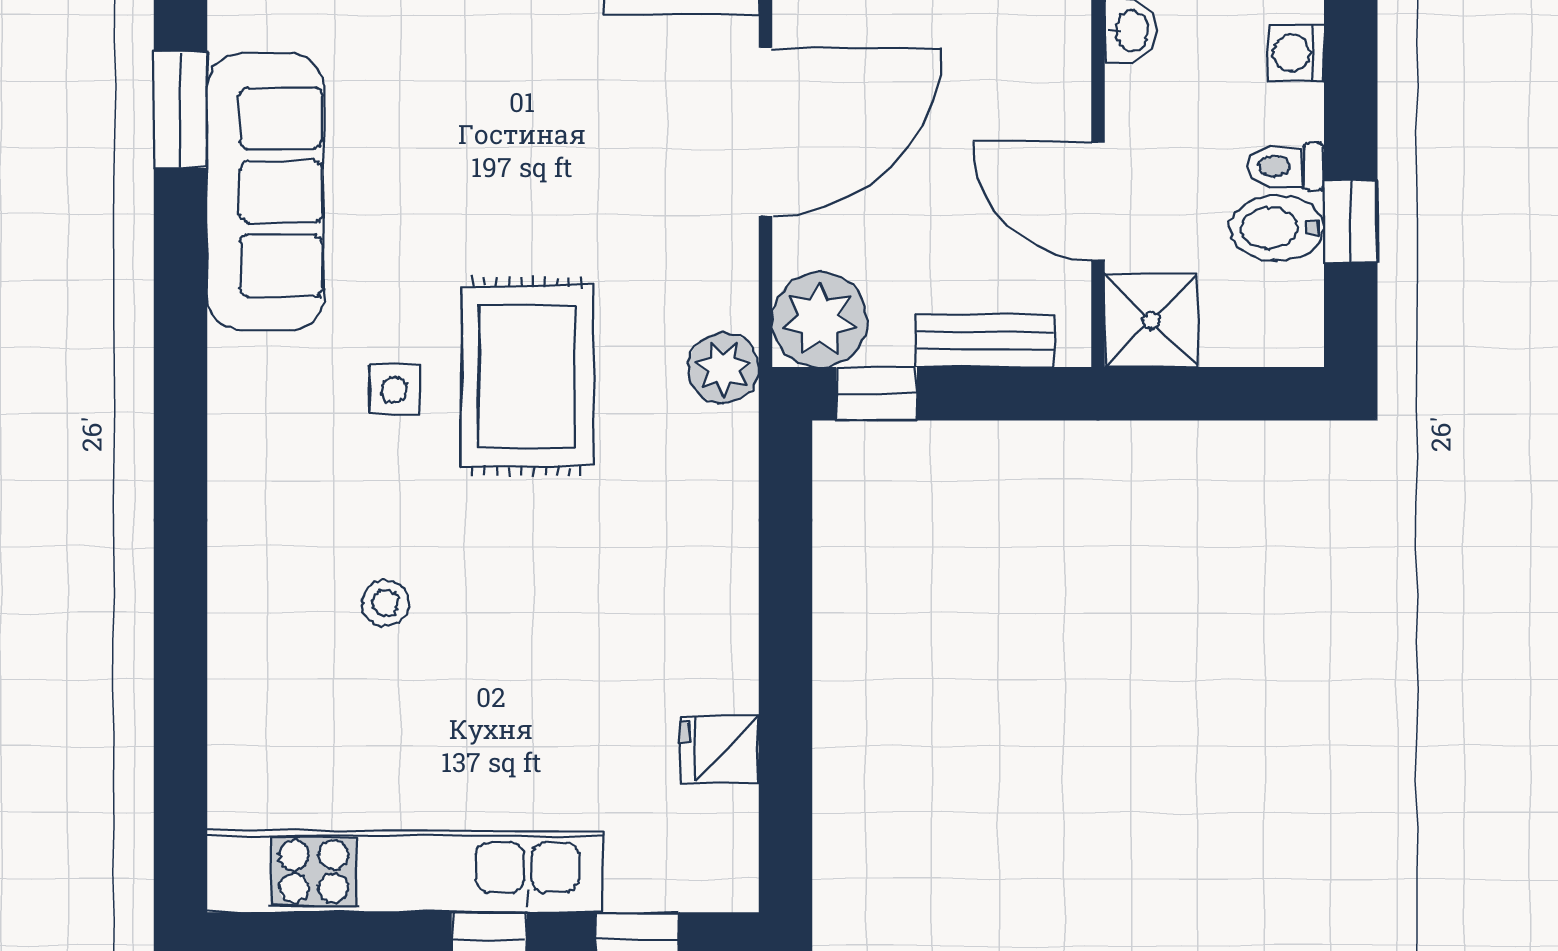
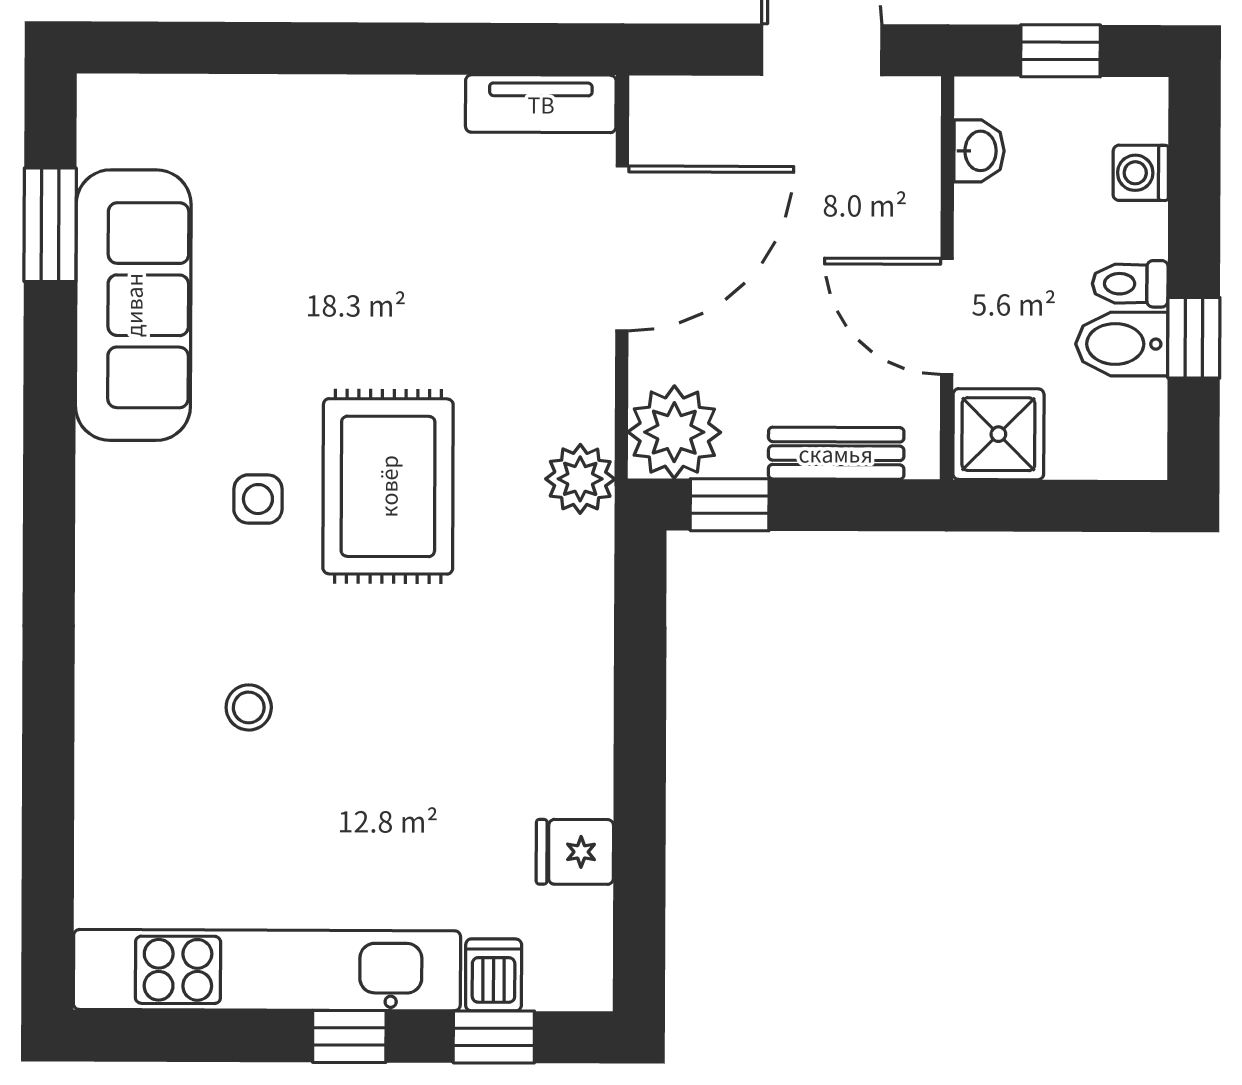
dishwasher: (637, 876) -> (494, 975), added

